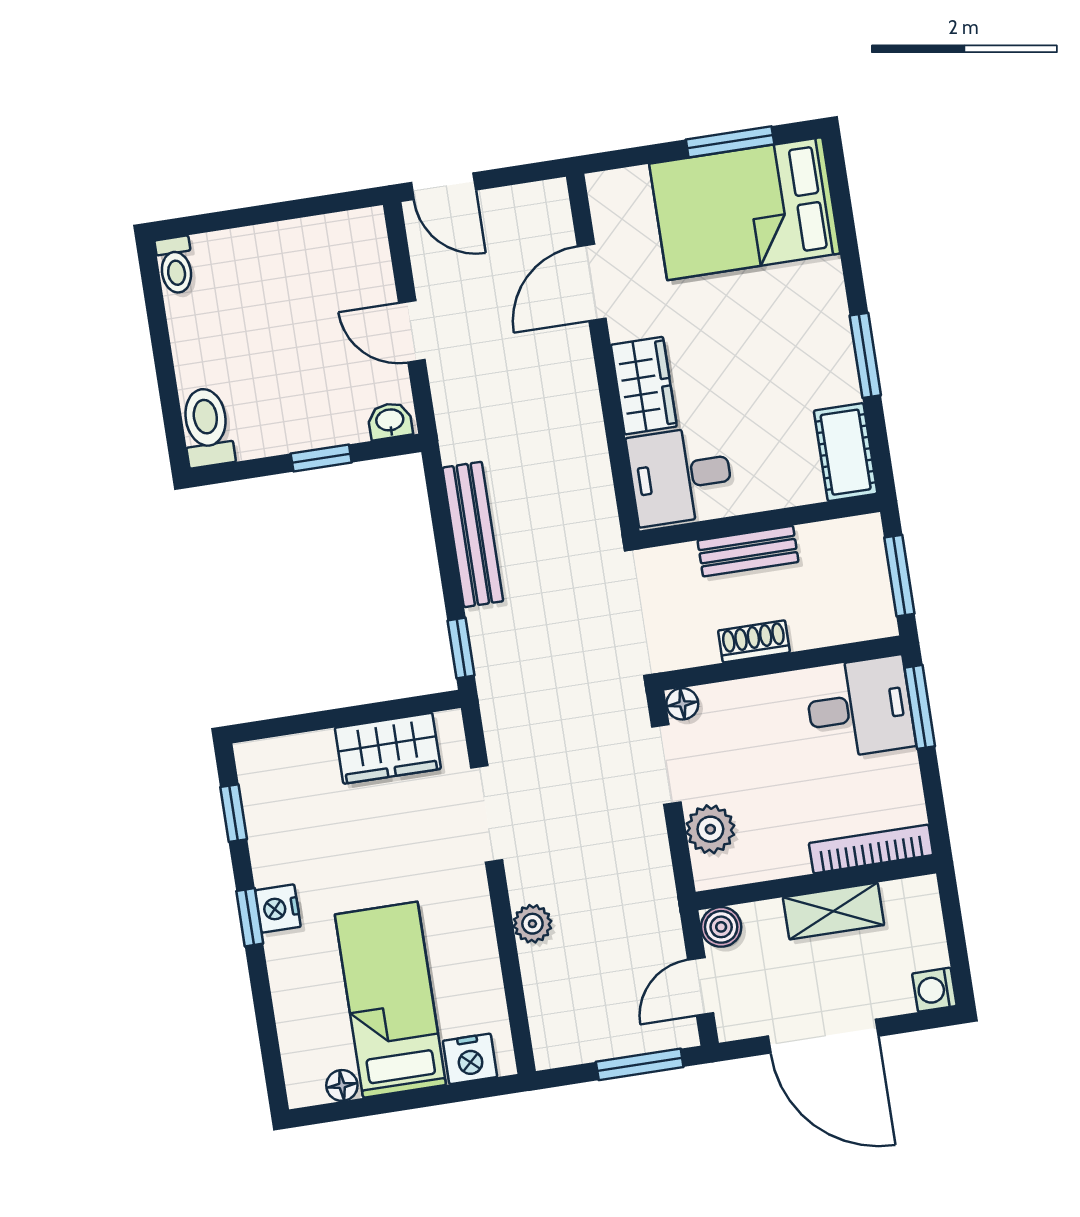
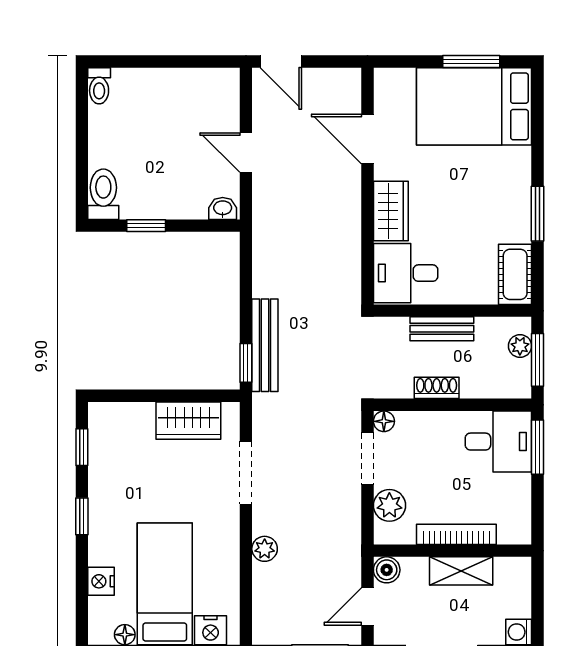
door: (592, 283) -> (367, 139), hinge flipped
window: (321, 458) -> (146, 226), moved
bench: (473, 534) -> (265, 345), moved
plant: (870, 559) -> (520, 346), added
bookcase: (871, 849) -> (456, 534), moved
nightstand: (278, 909) -> (101, 581), moved

